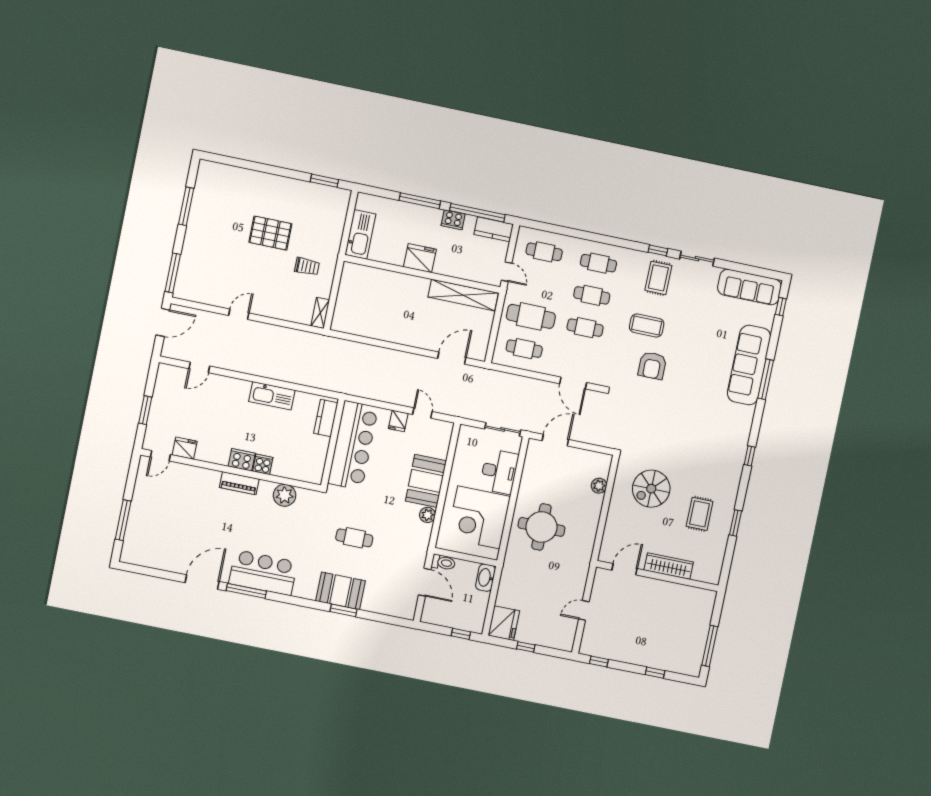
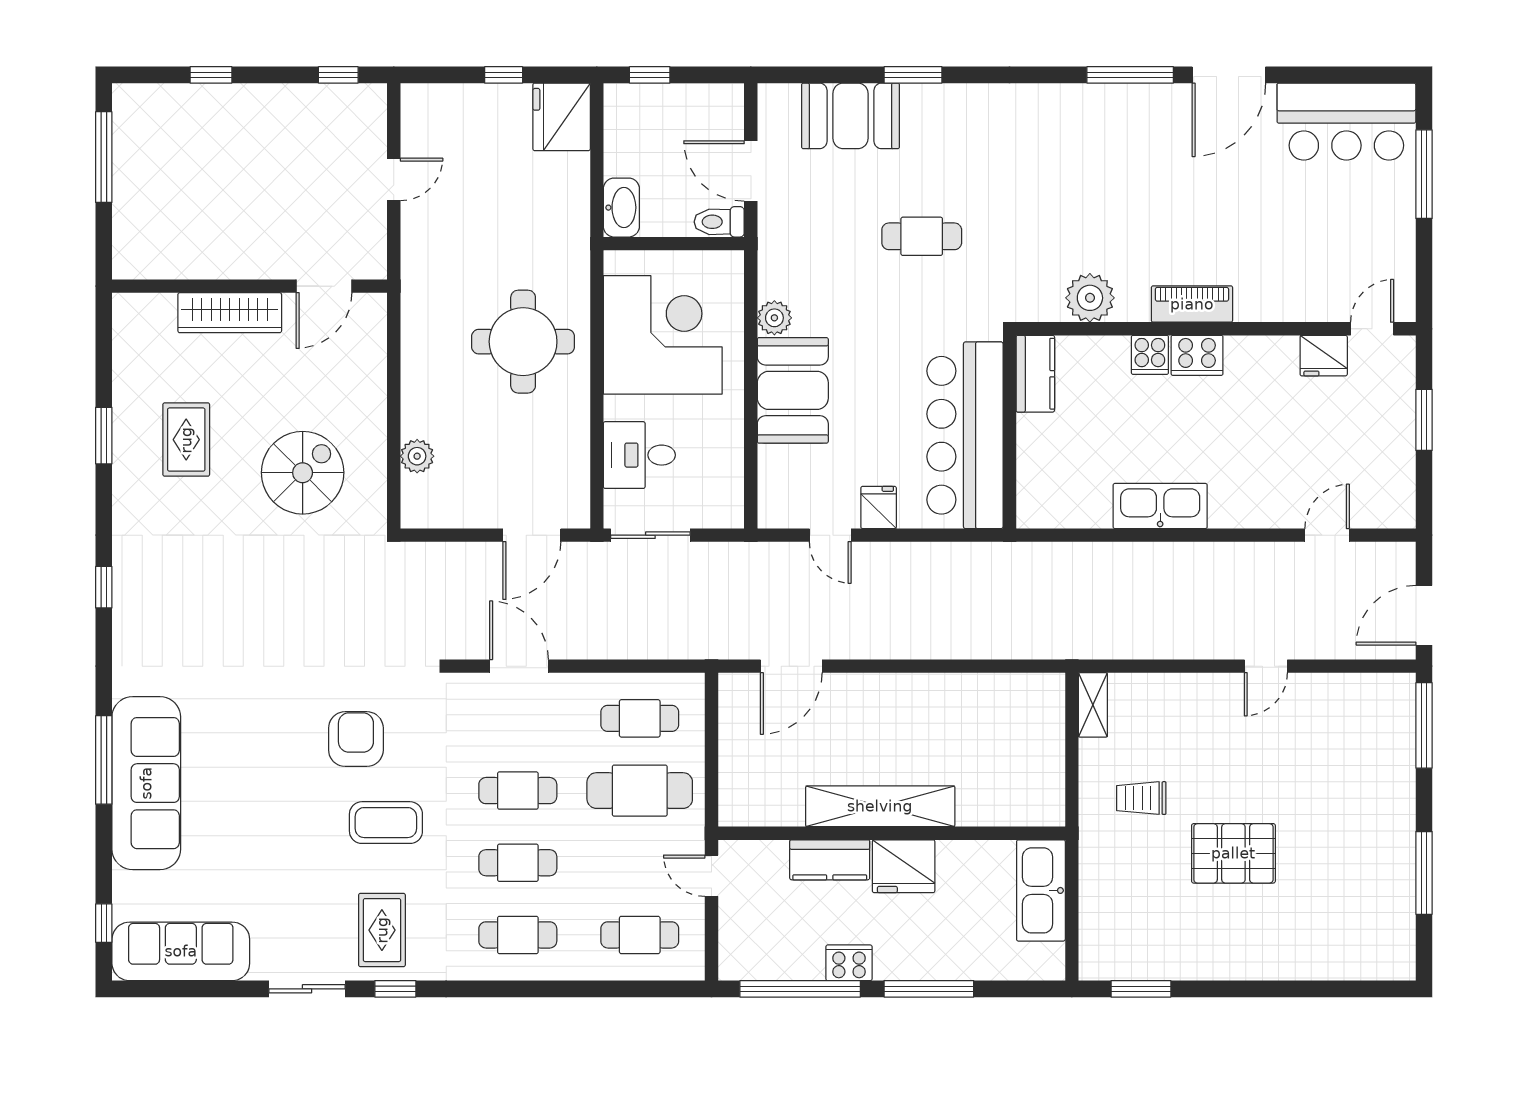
kitchen counter: (494, 229) -> (830, 860), moved, turned 180
shelving: (463, 295) -> (880, 806), moved
kitchen counter: (326, 418) -> (1035, 374), moved
desk: (499, 472) -> (639, 455), width x0.73
bar counter: (263, 573) -> (1346, 122), moved
booth: (340, 591) -> (850, 116), moved

